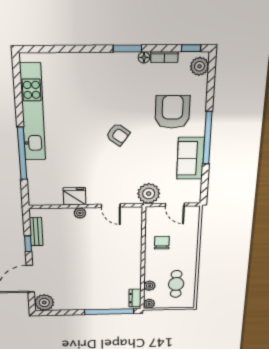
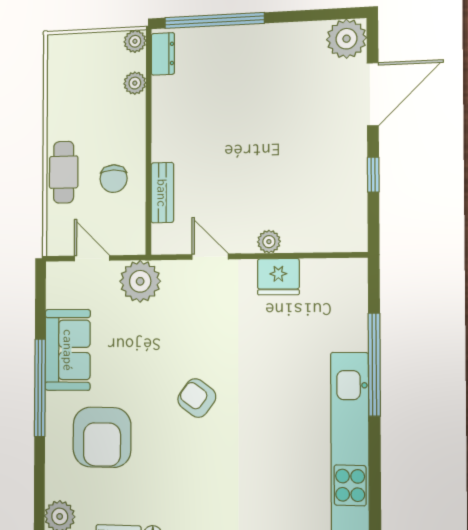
bench: (36, 232) -> (162, 193), moved
cafe table: (176, 284) -> (64, 172), moved

